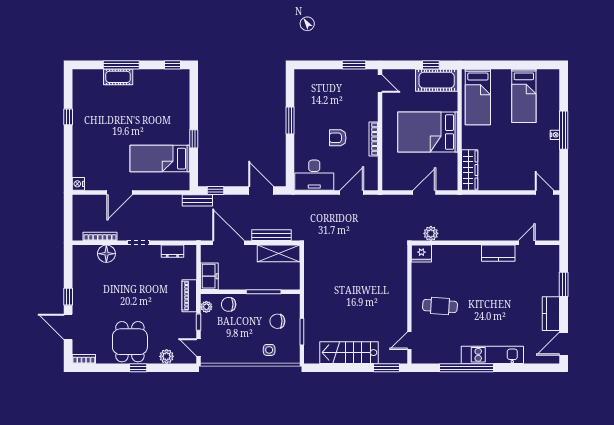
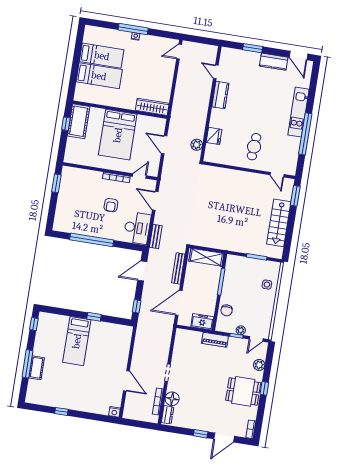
door: (380, 84) -> (139, 176), moved
bed: (478, 97) -> (99, 76), moved
window: (290, 121) -> (92, 240), width x2.11
bed: (160, 159) -> (77, 341), moved
bench: (197, 200) -> (156, 237), moved
dresser: (172, 251) -> (168, 415), moved
shelving: (279, 253) -> (206, 257), moved, turned 90
fridge: (421, 253) -> (214, 136), moved
plant: (206, 307) -> (241, 330), moved
chair: (277, 321) -> (246, 275), removed

